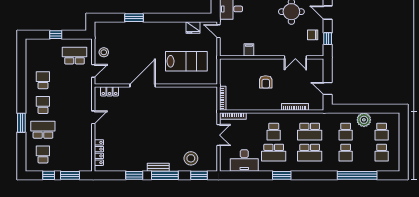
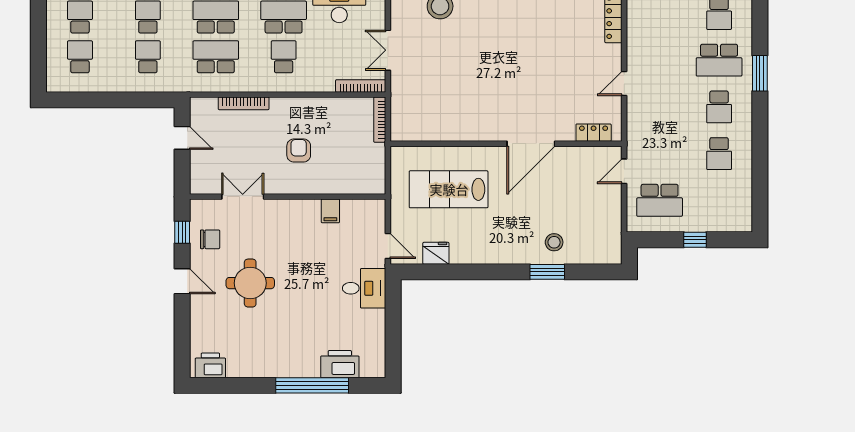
stool: (104, 52) -> (554, 242), moved
plant: (364, 120) -> (113, 79), removed

